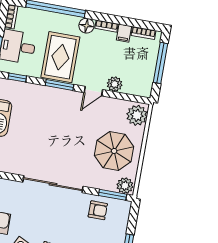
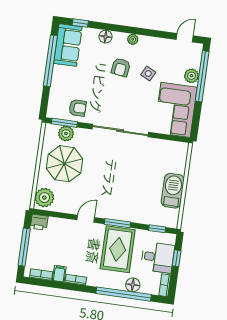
floor lamp: (86, 26) -> (133, 285), moved
plant: (115, 84) -> (66, 226), removed
printer: (143, 89) -> (39, 222), added
plant: (125, 186) -> (66, 134), moved
armchair: (98, 210) -> (78, 108), turned 180

